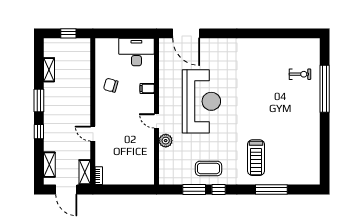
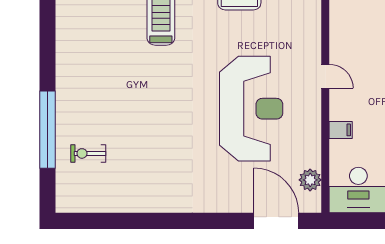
reception desk: (201, 101) -> (251, 109), turned 180
plant: (166, 141) -> (310, 180), moved

